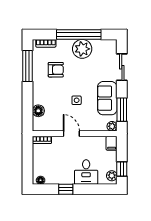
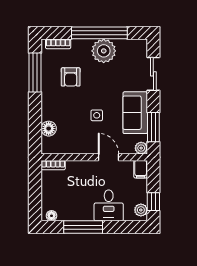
armchair: (56, 70) -> (71, 77), turned 90
door: (71, 134) -> (108, 157), moved
window: (66, 189) -> (83, 227), width x2.17

